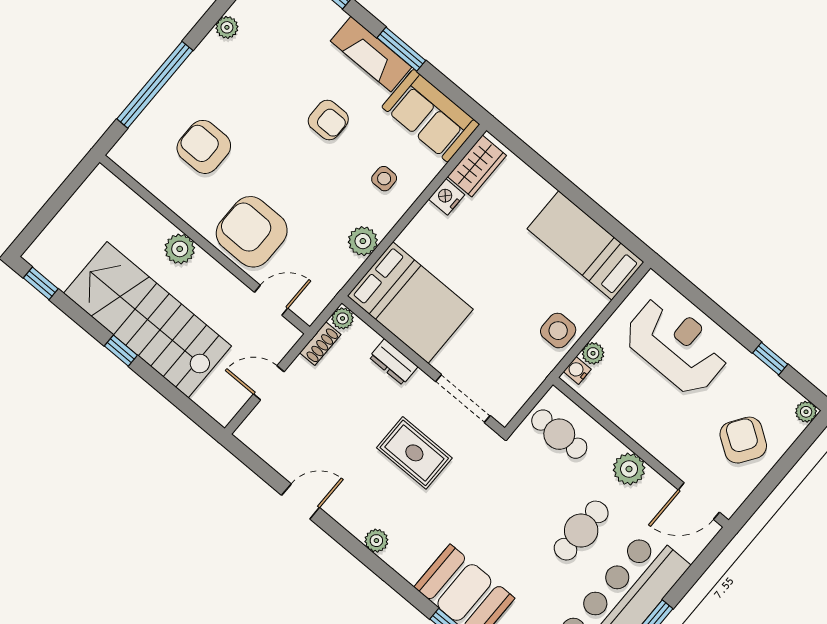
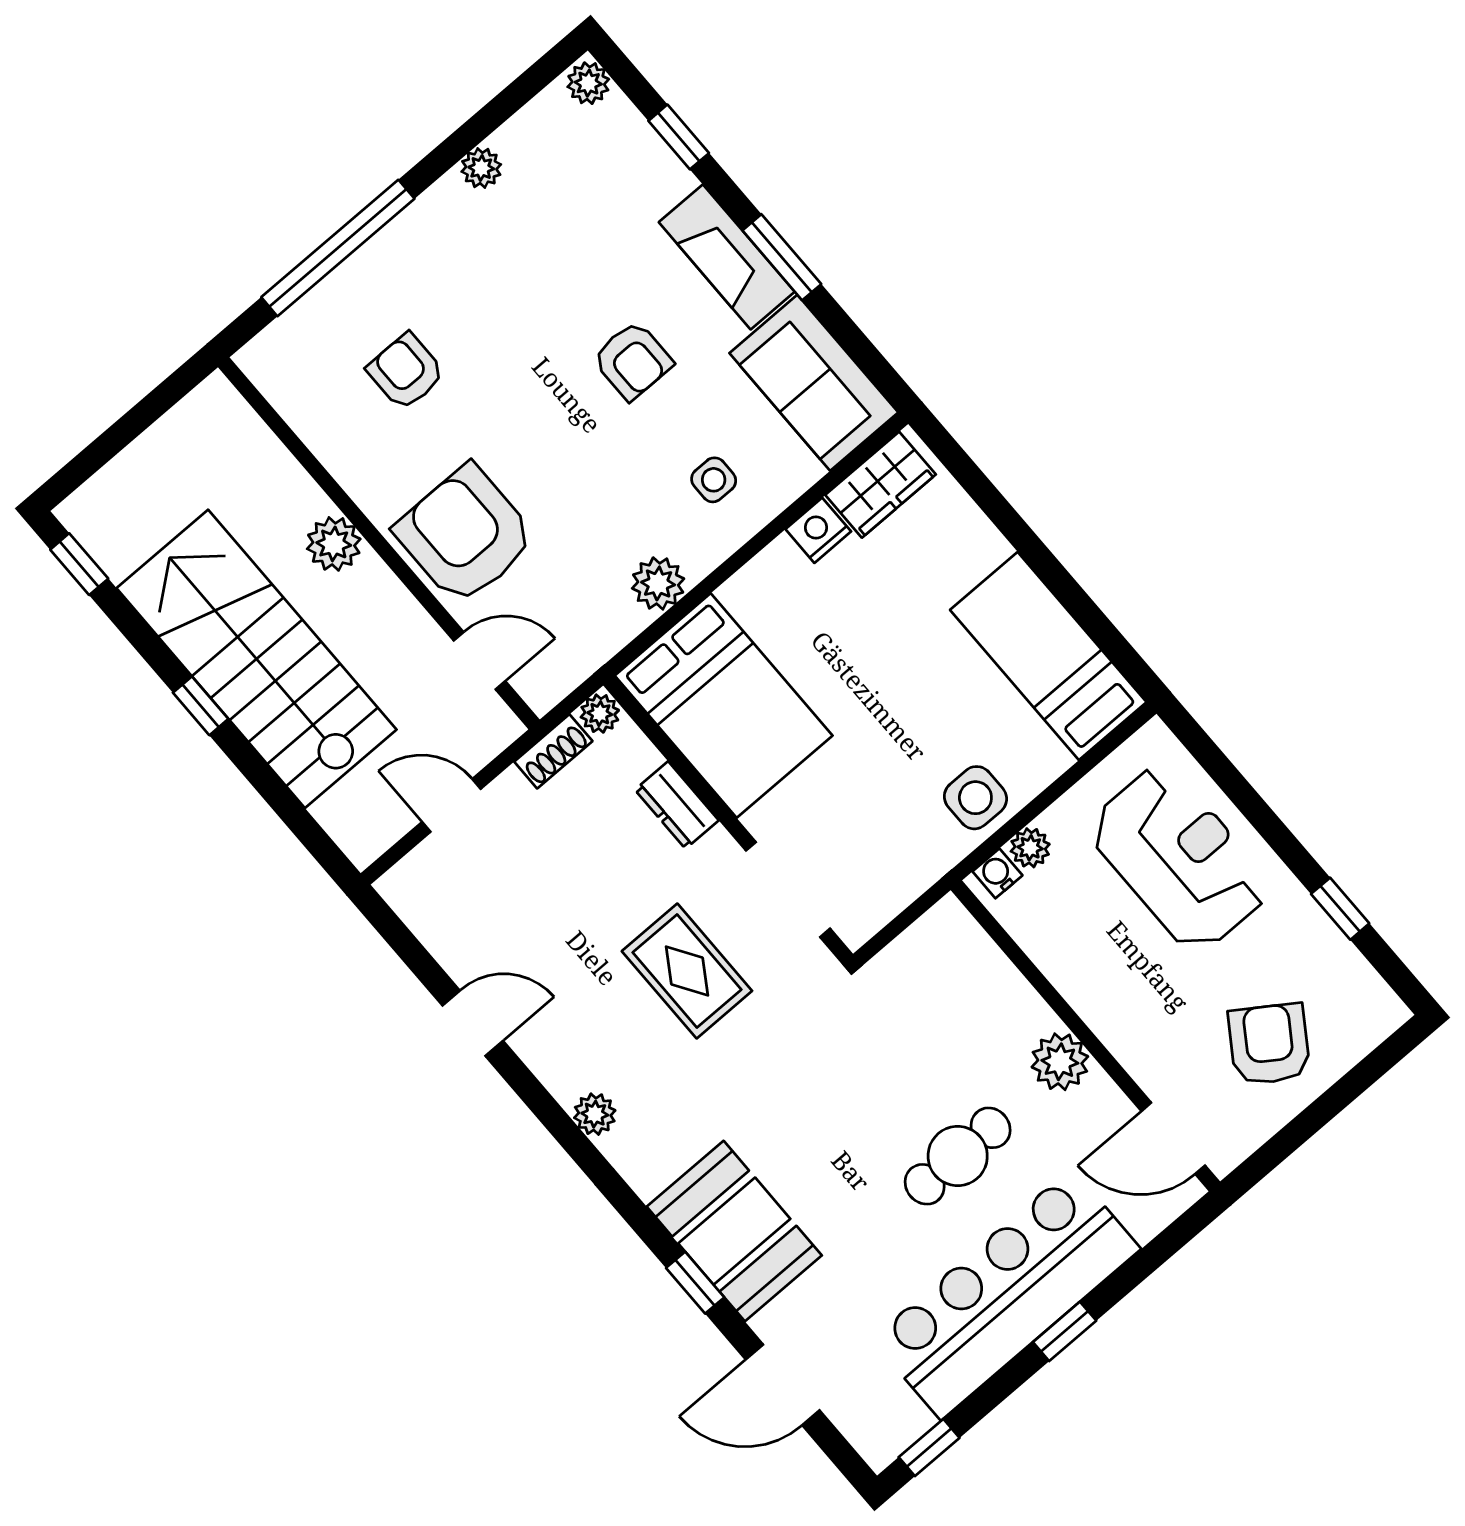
armchair: (204, 147) -> (406, 372), width x0.72, depth x0.72
plant: (806, 412) -> (1388, 1013), removed
cafe table: (559, 434) -> (947, 980), removed

